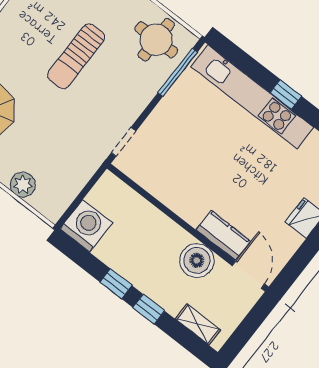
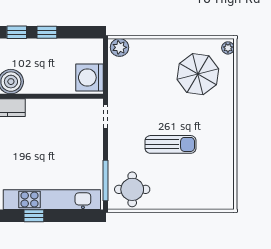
sun lounger: (76, 56) -> (171, 144), turned 90
plant: (23, 185) -> (119, 47), moved
washing machine: (86, 226) -> (90, 78), moved, turned 90

